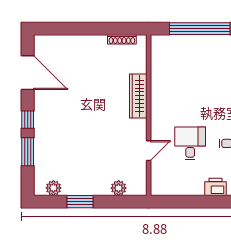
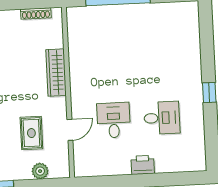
rug: (112, 152) -> (31, 133), added

